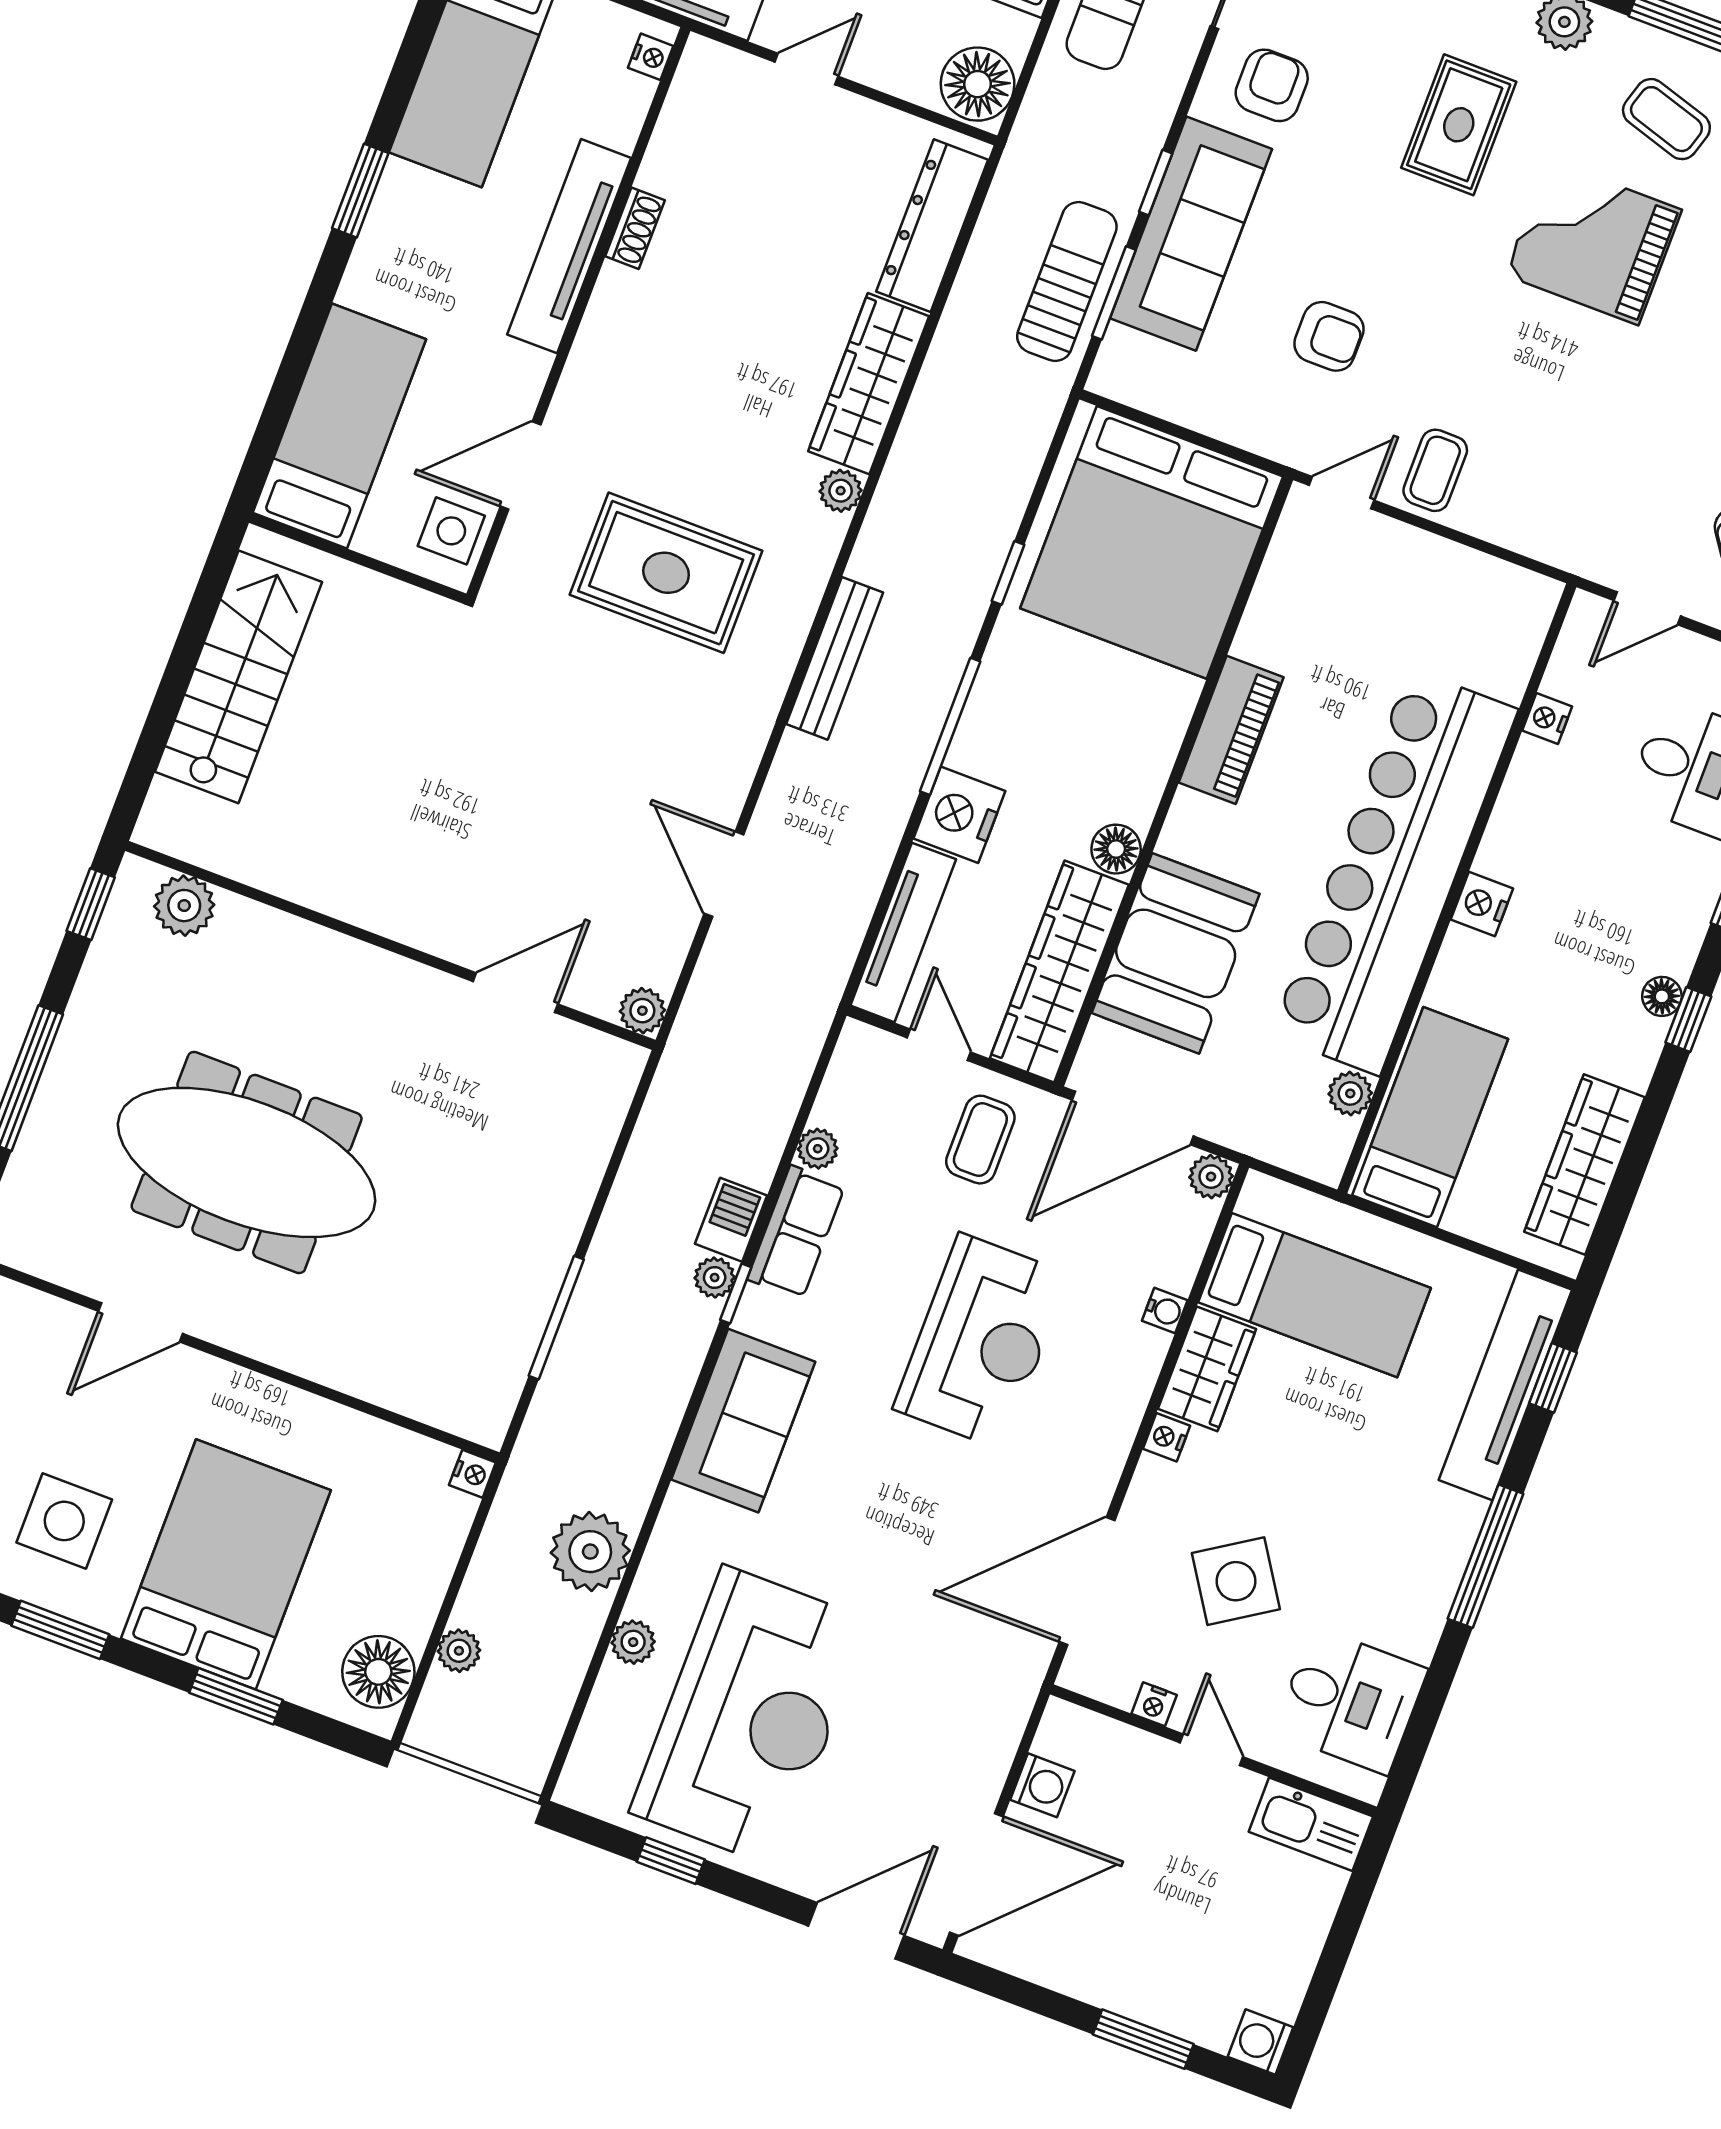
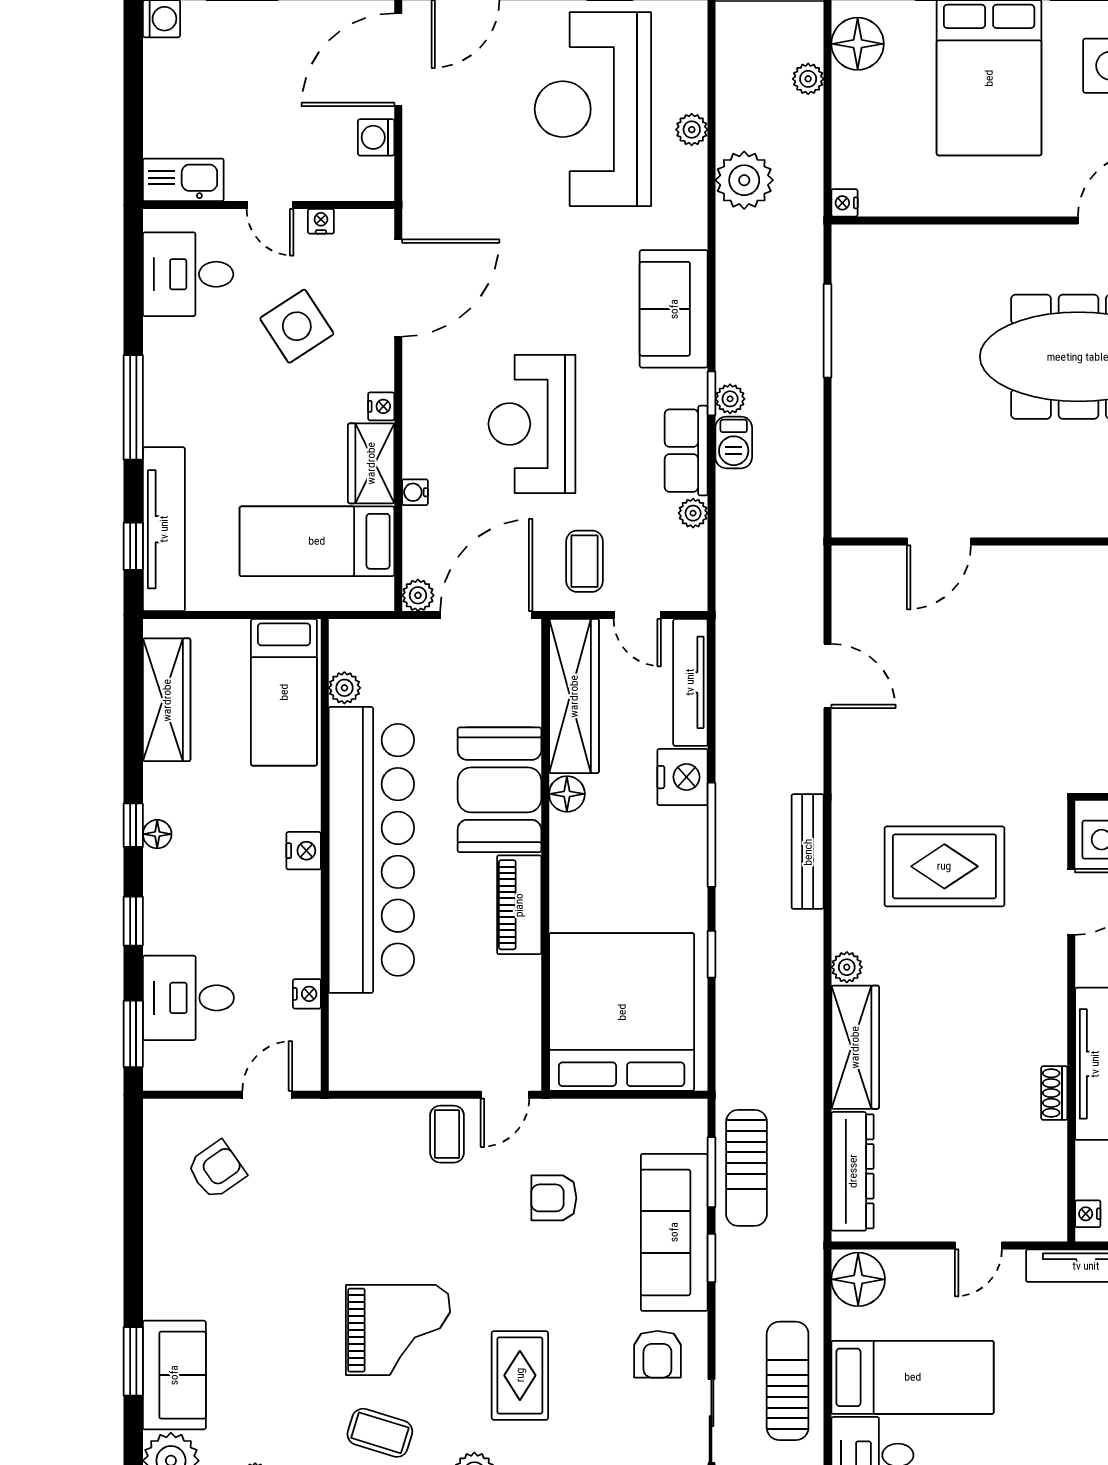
booth: (1176, 953) -> (499, 790), moved
plant: (642, 1011) -> (848, 562), removed

